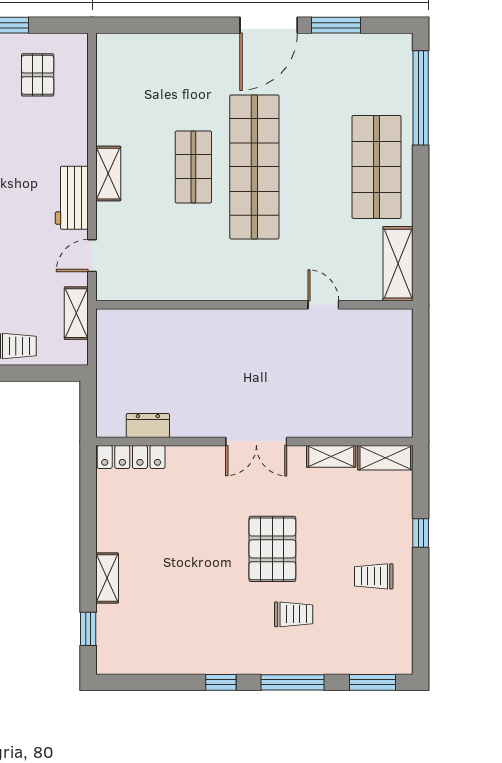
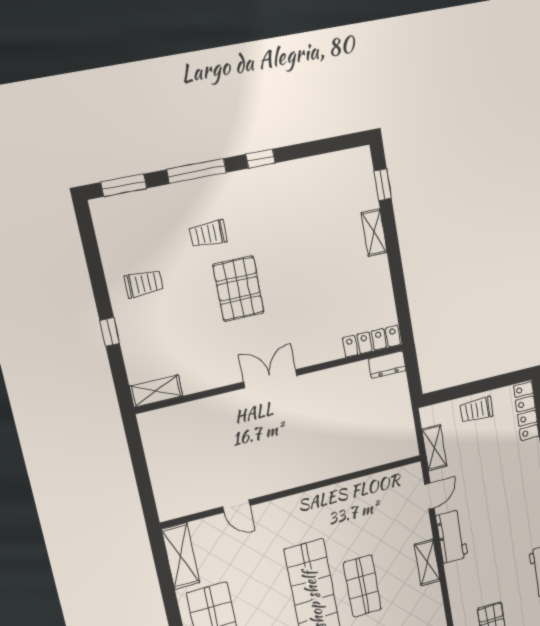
dresser: (148, 425) -> (387, 365), moved
shelving: (331, 456) -> (204, 381), removed

